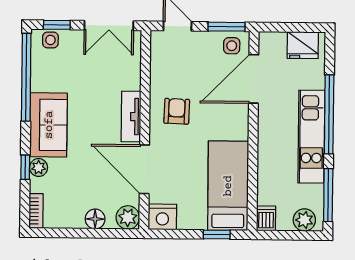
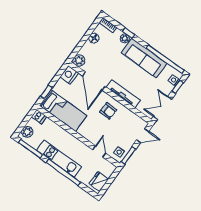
door: (254, 79) -> (99, 152), width x0.53
tv unit: (131, 117) -> (123, 94), width x1.41
sofa: (49, 125) -> (144, 58), width x1.36
door: (144, 169) -> (94, 81), swing flipped
floor lamp: (95, 219) -> (94, 38), moved

